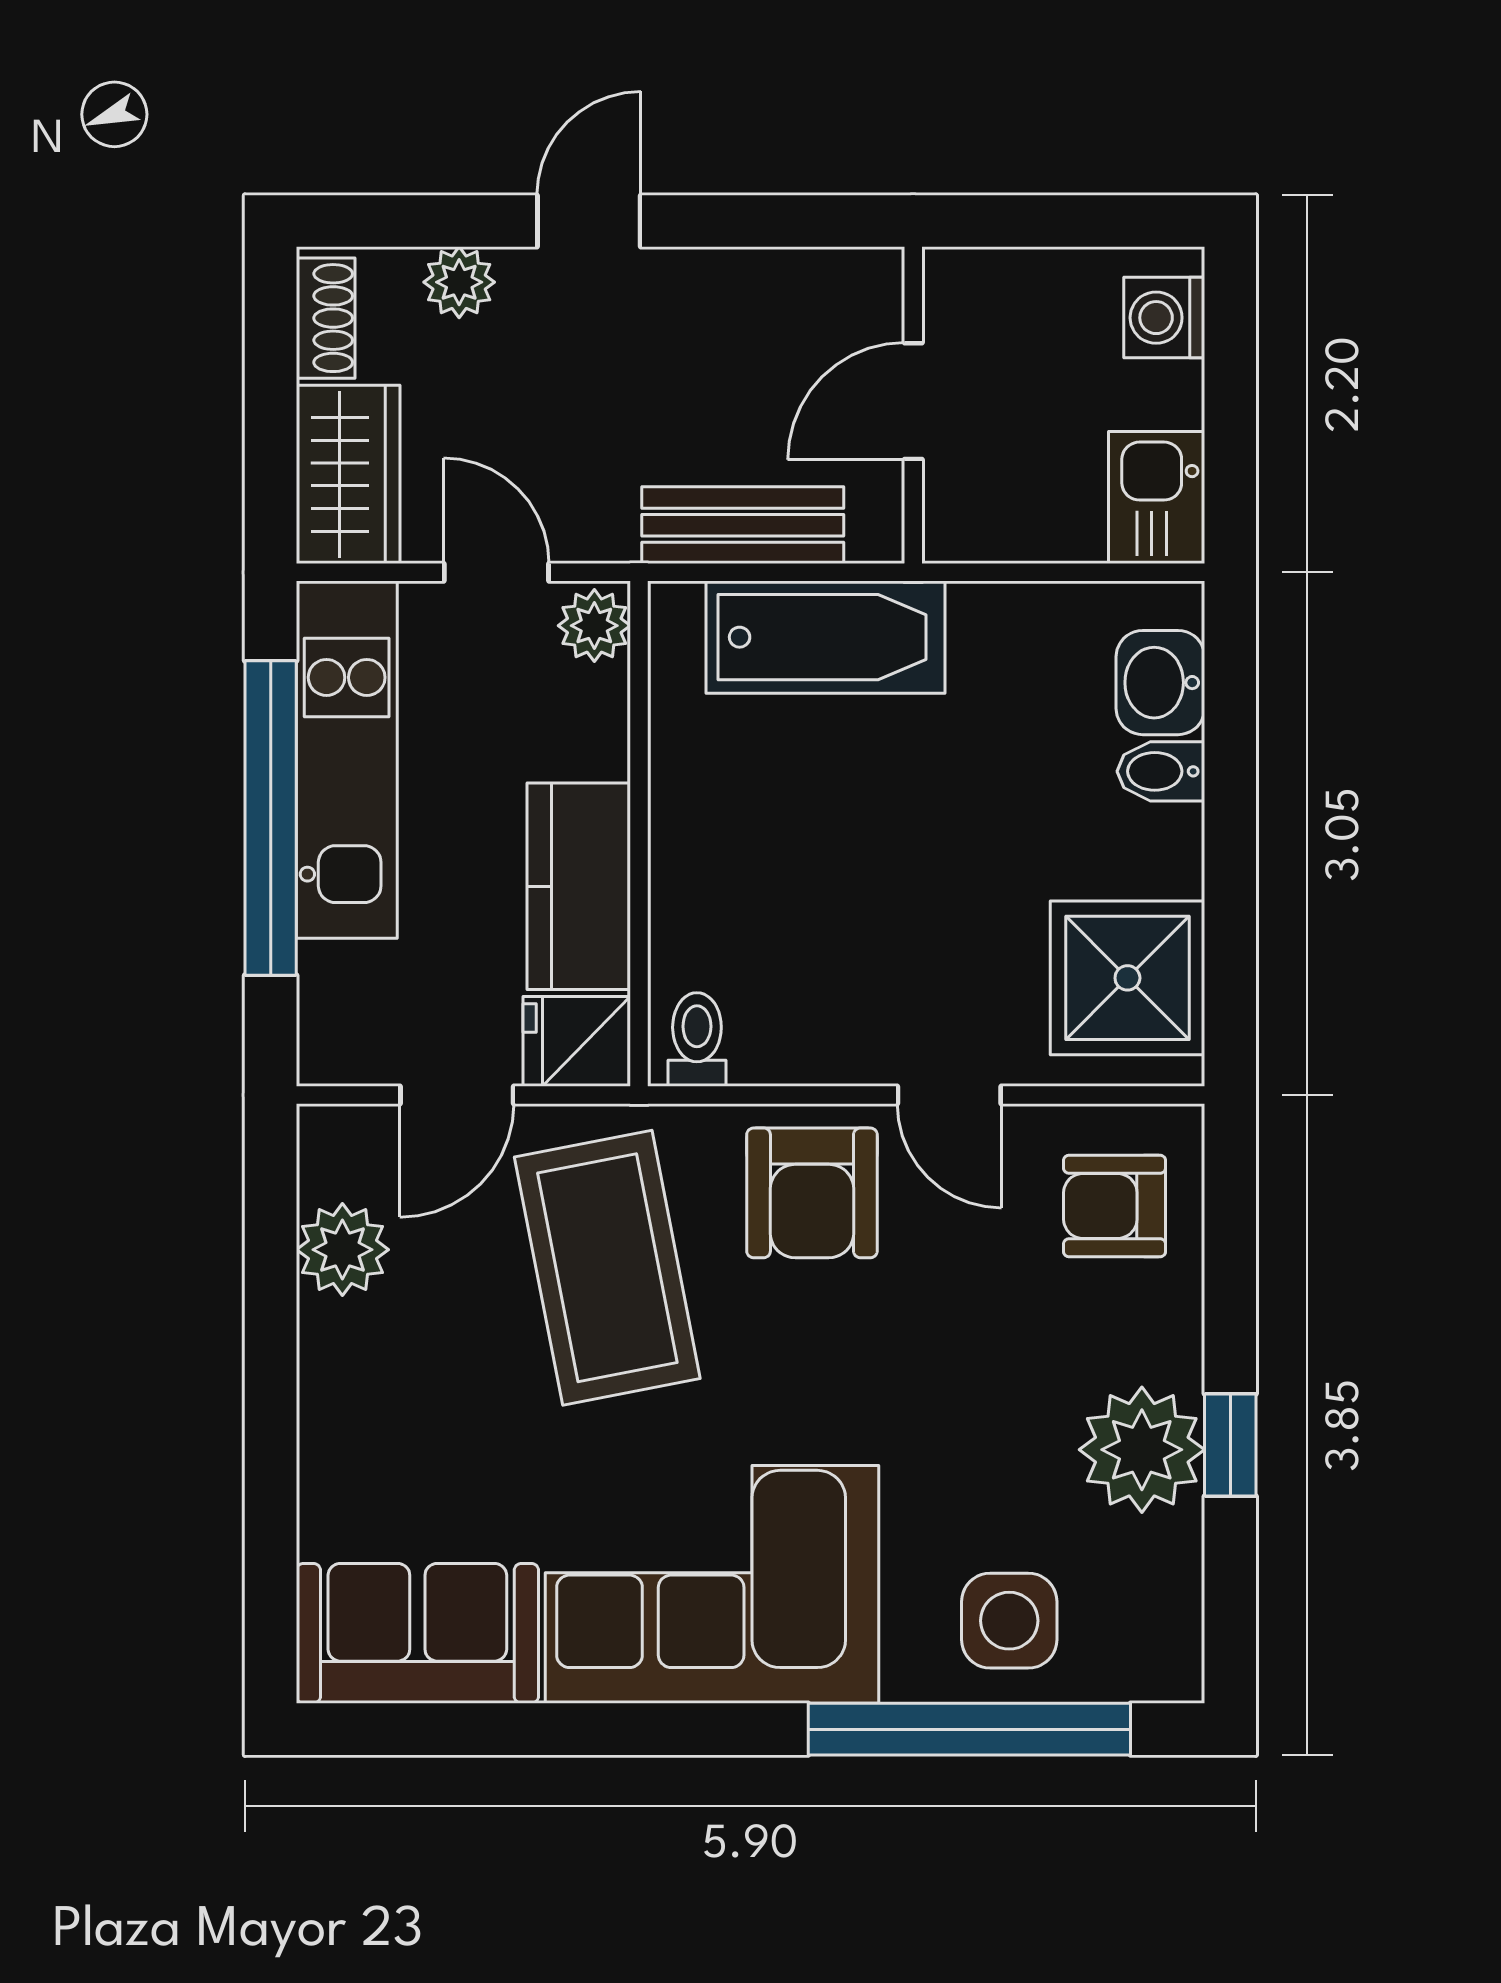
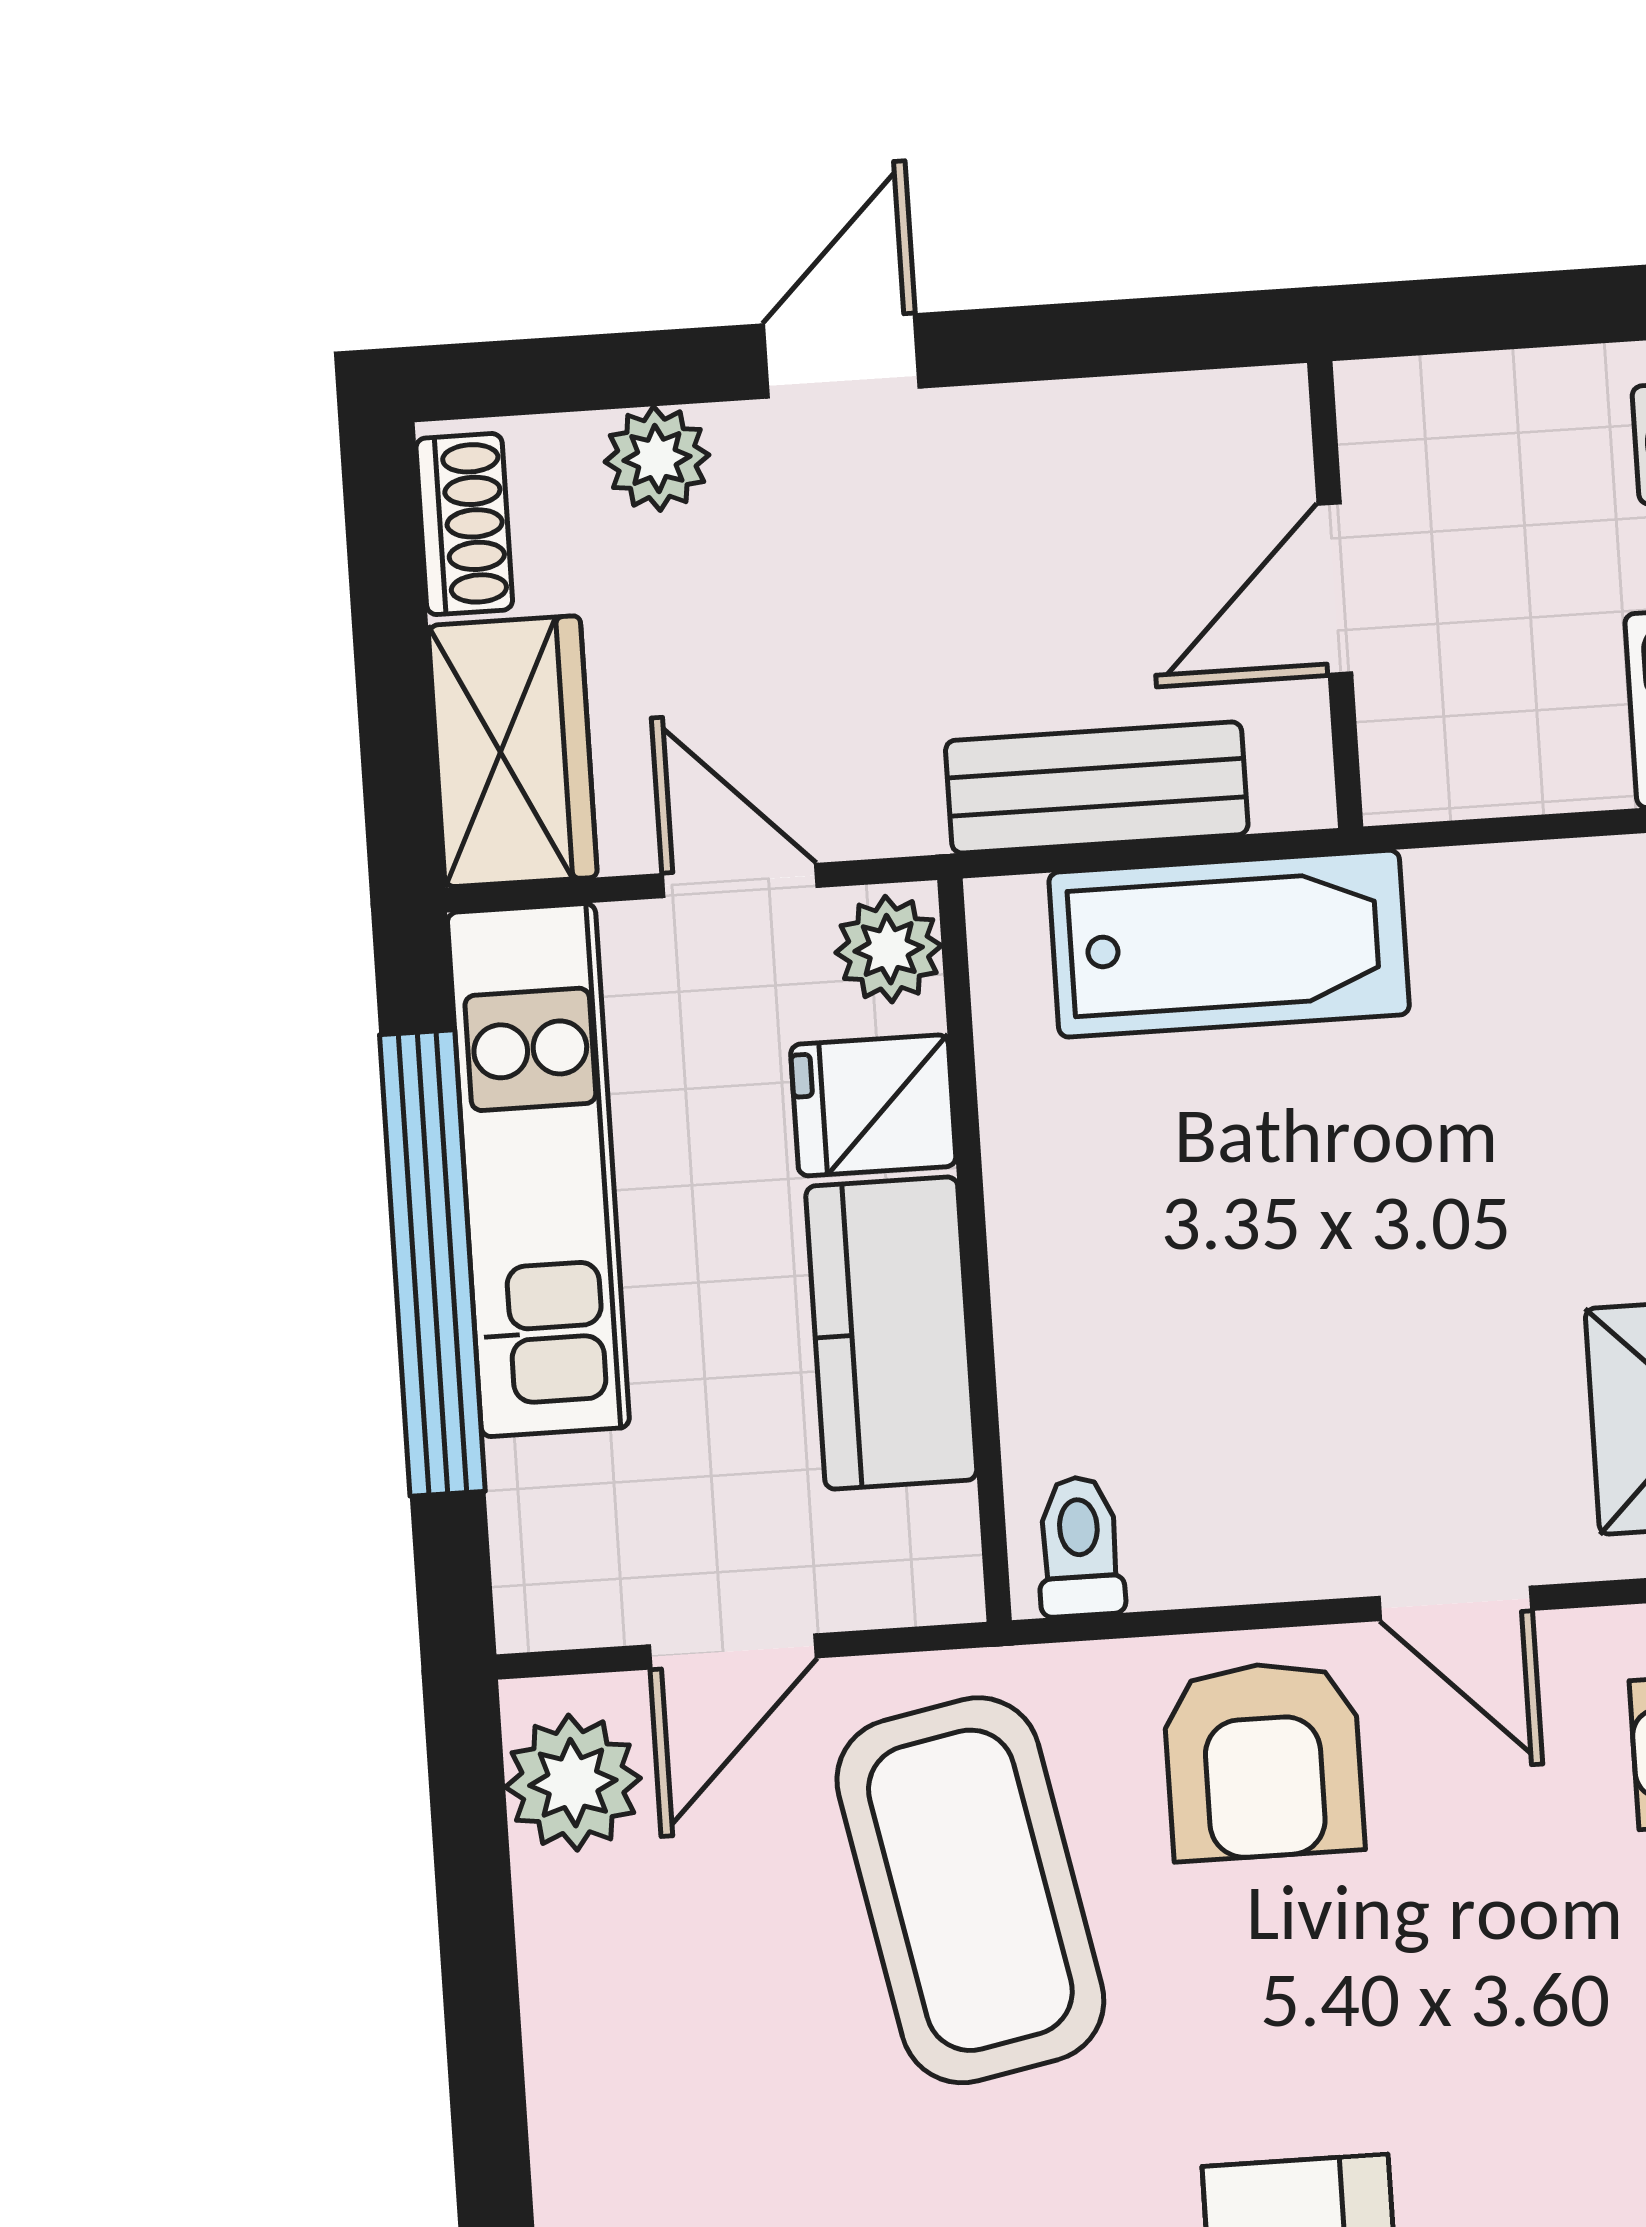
fridge: (577, 1041) -> (873, 1105), moved
plant: (342, 1250) -> (573, 1783), moved

